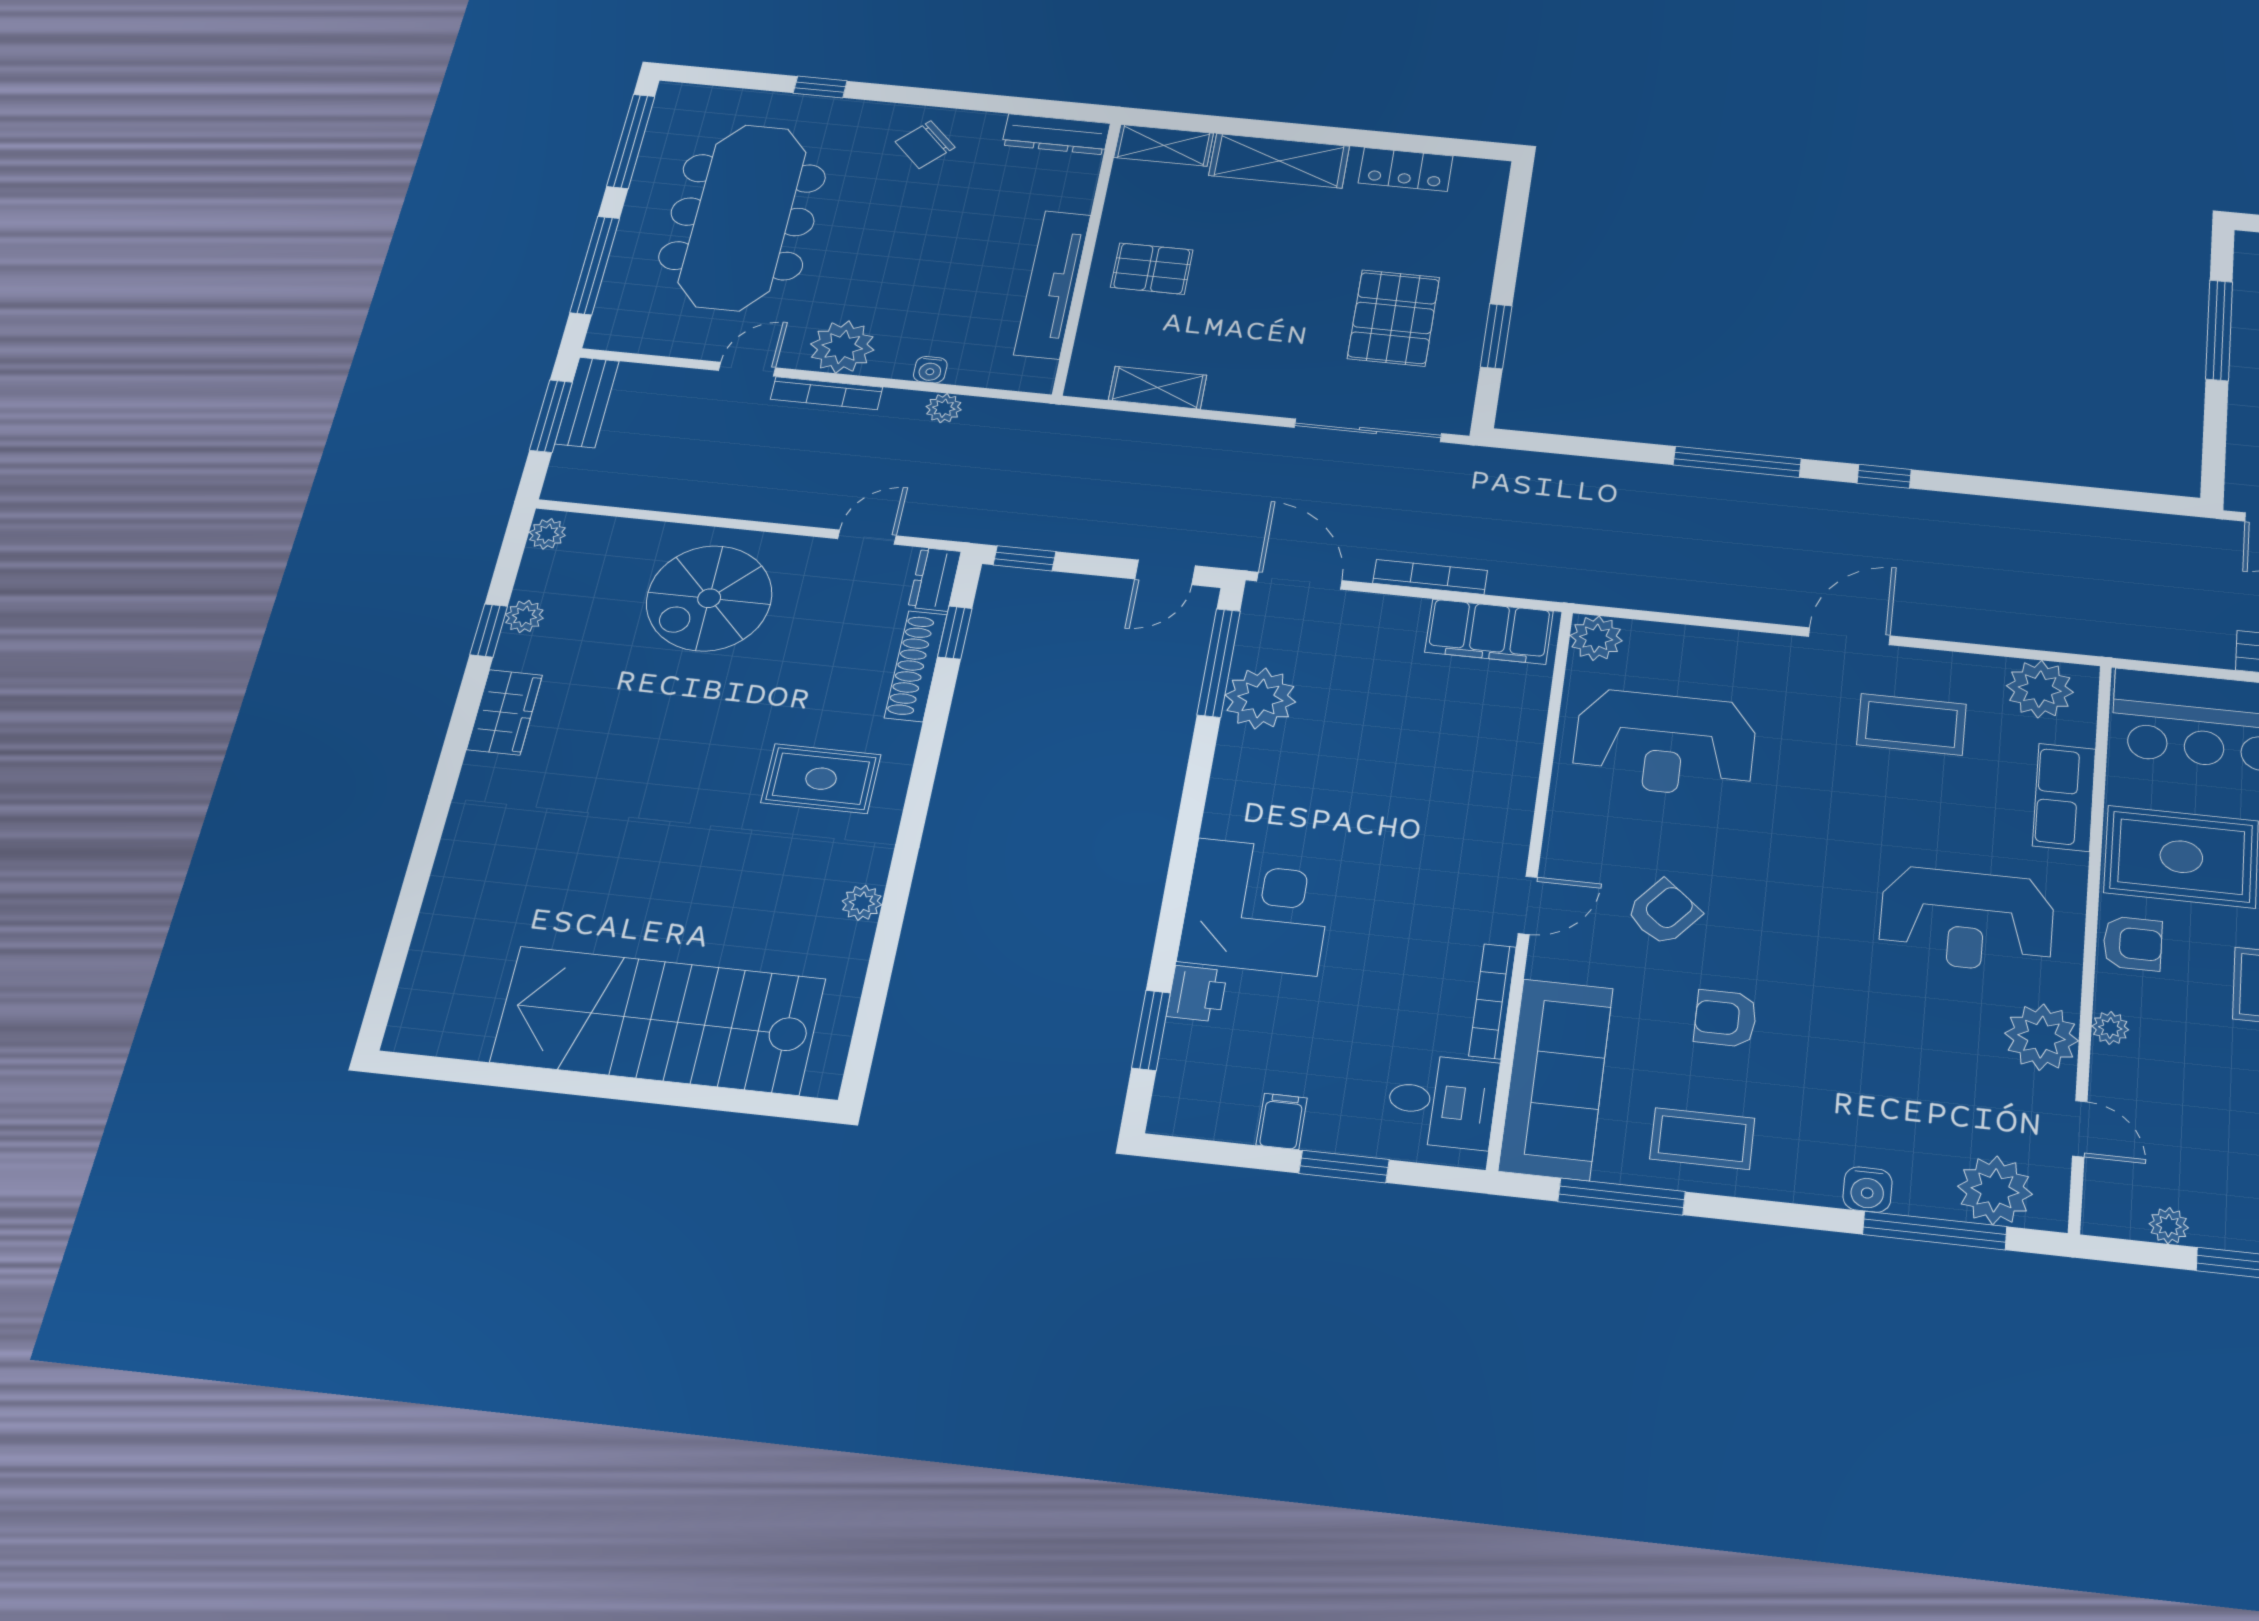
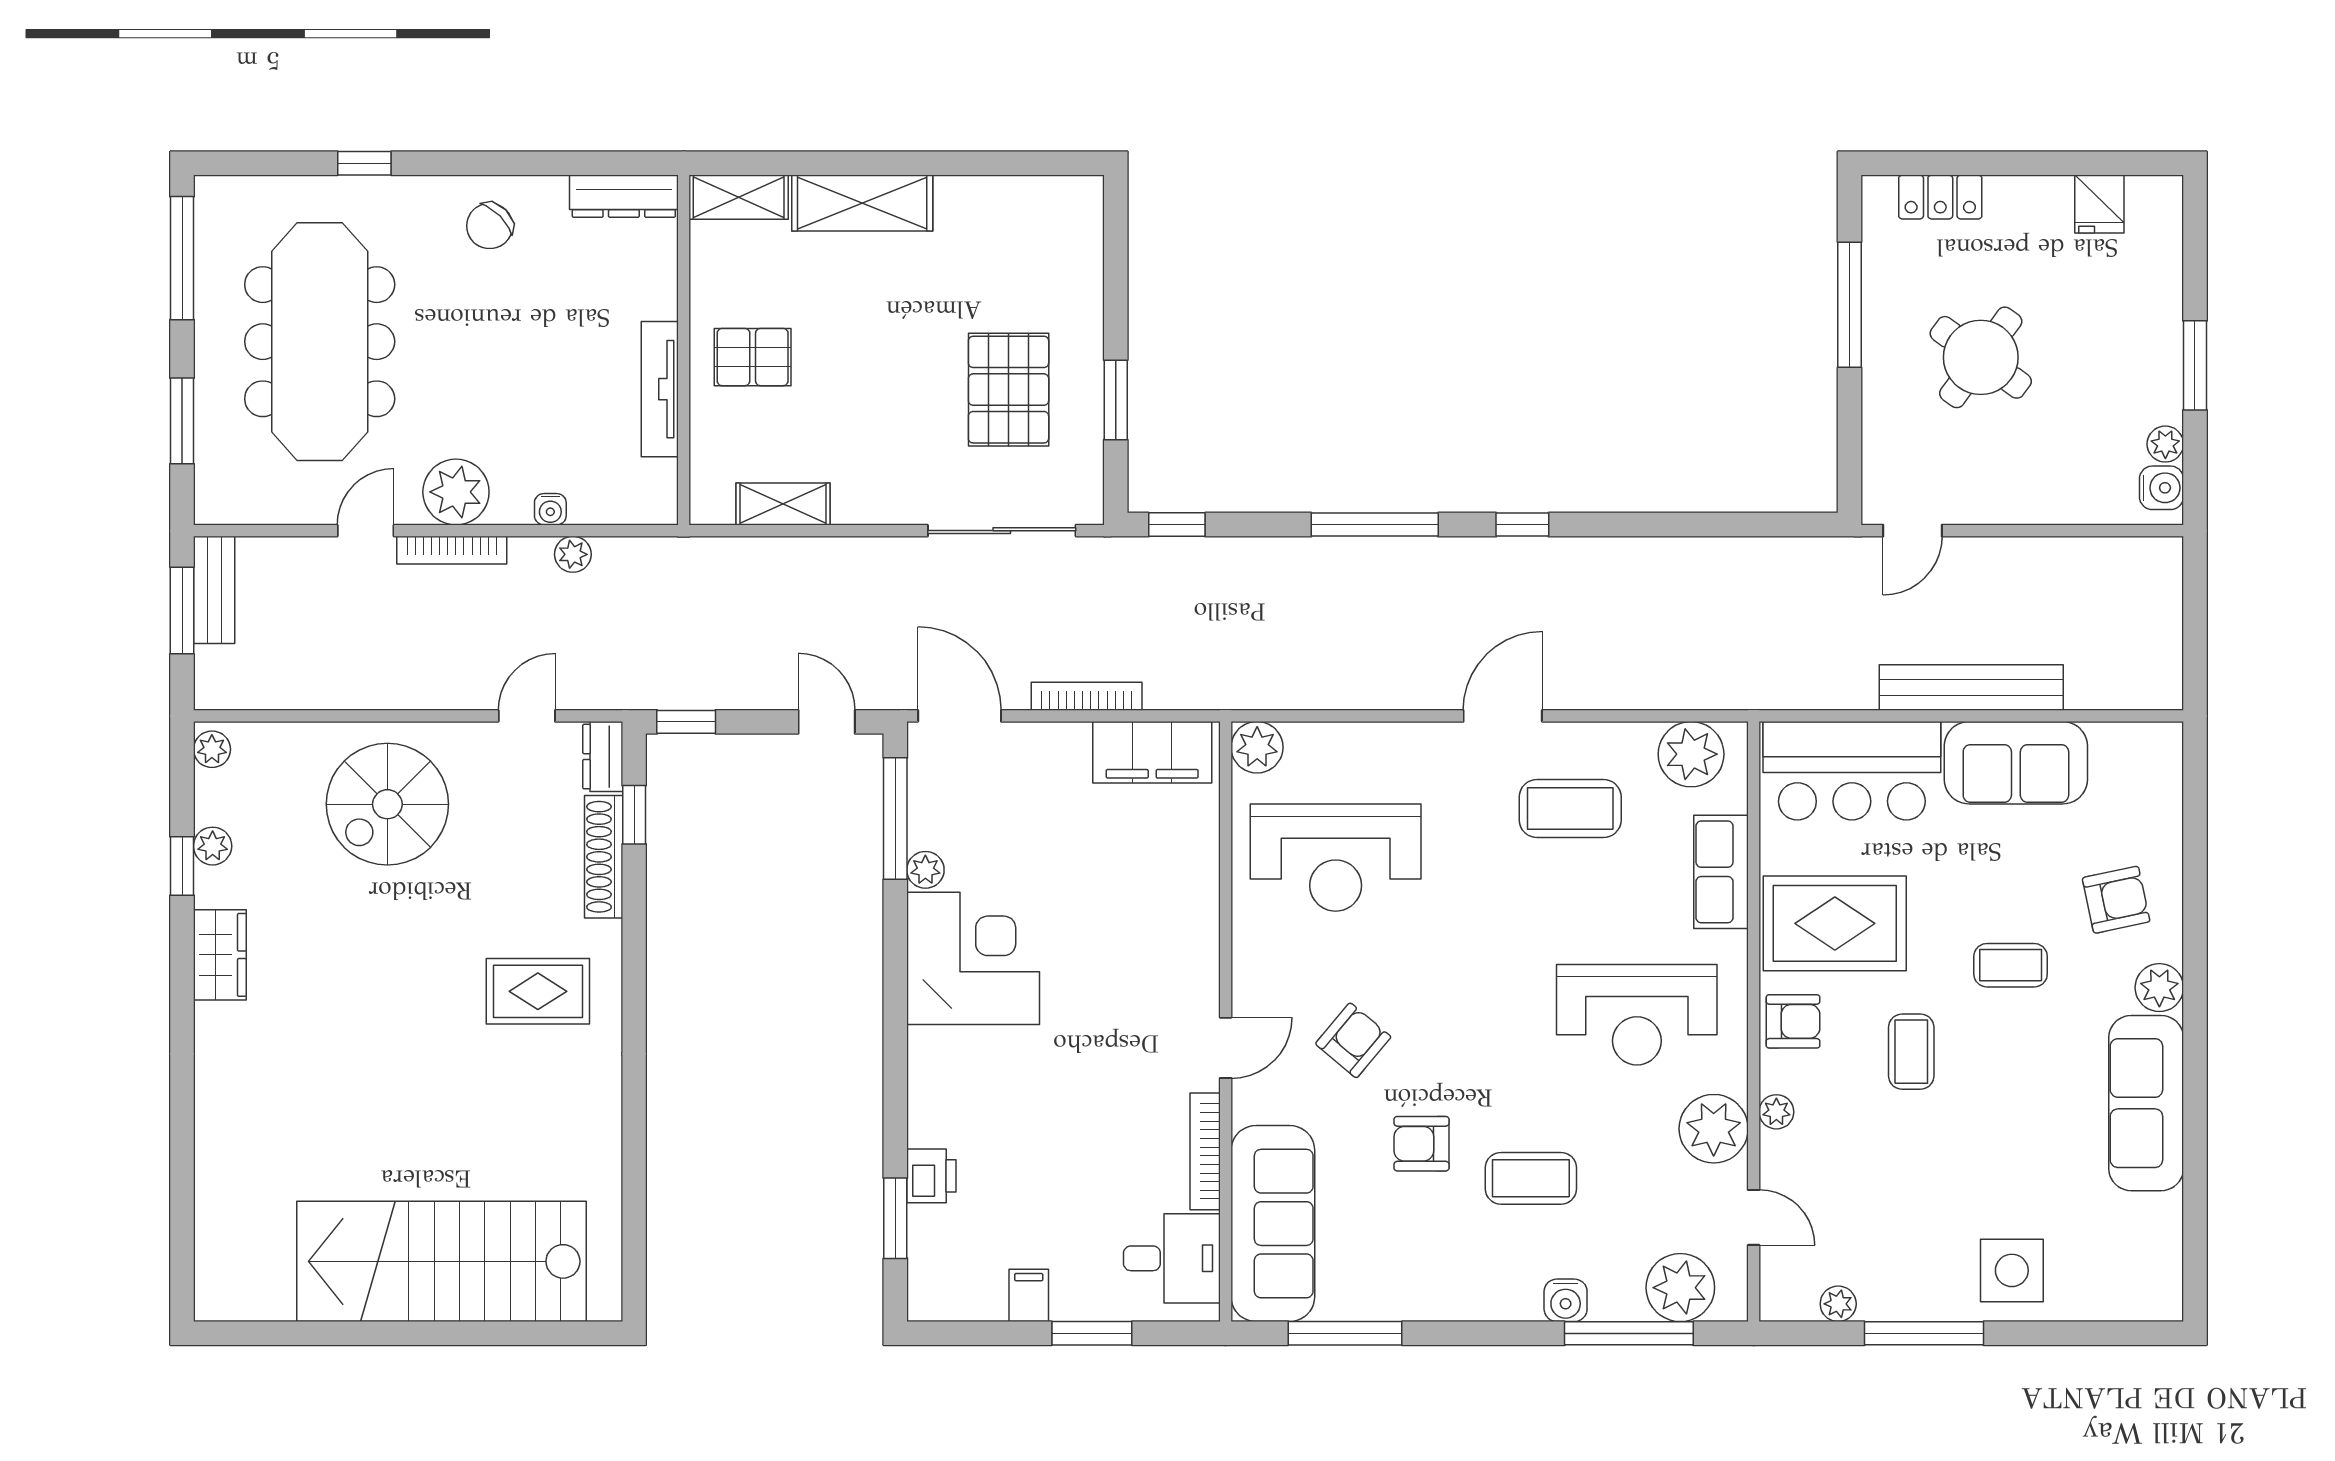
locker: (1406, 169) -> (995, 199), removed
window: (595, 265) -> (182, 421), width x0.69
tv unit: (1052, 284) -> (660, 389), width x0.73, depth x0.78
window: (1541, 443) -> (1177, 525), added
door: (1165, 572) -> (827, 722), swing flipped
plant: (1260, 698) -> (925, 870), width x0.53, depth x0.53
plant: (862, 903) -> (604, 1119), removed
corner desk: (1257, 907) -> (973, 958), moved
coffee table: (1702, 1139) -> (1531, 1178), moved

